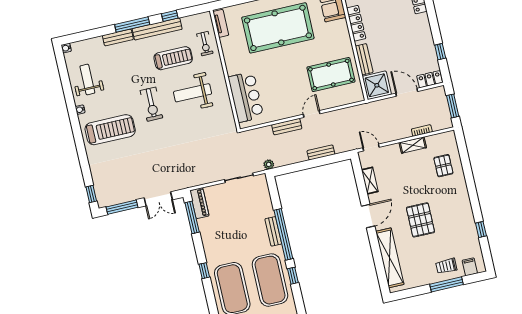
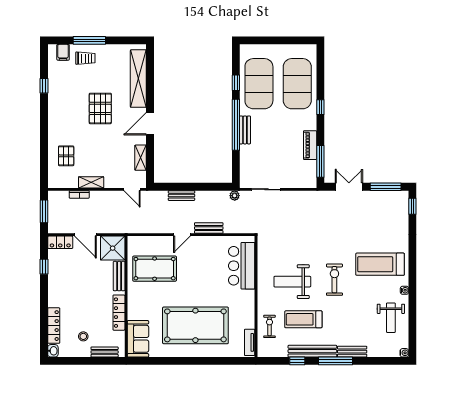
weight bench: (193, 93) -> (292, 282), turned 180
piano: (199, 203) -> (310, 145), moved

